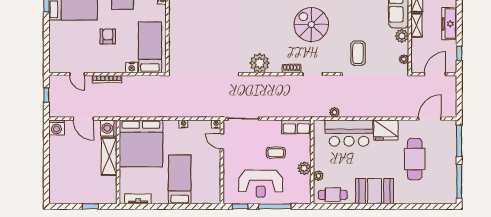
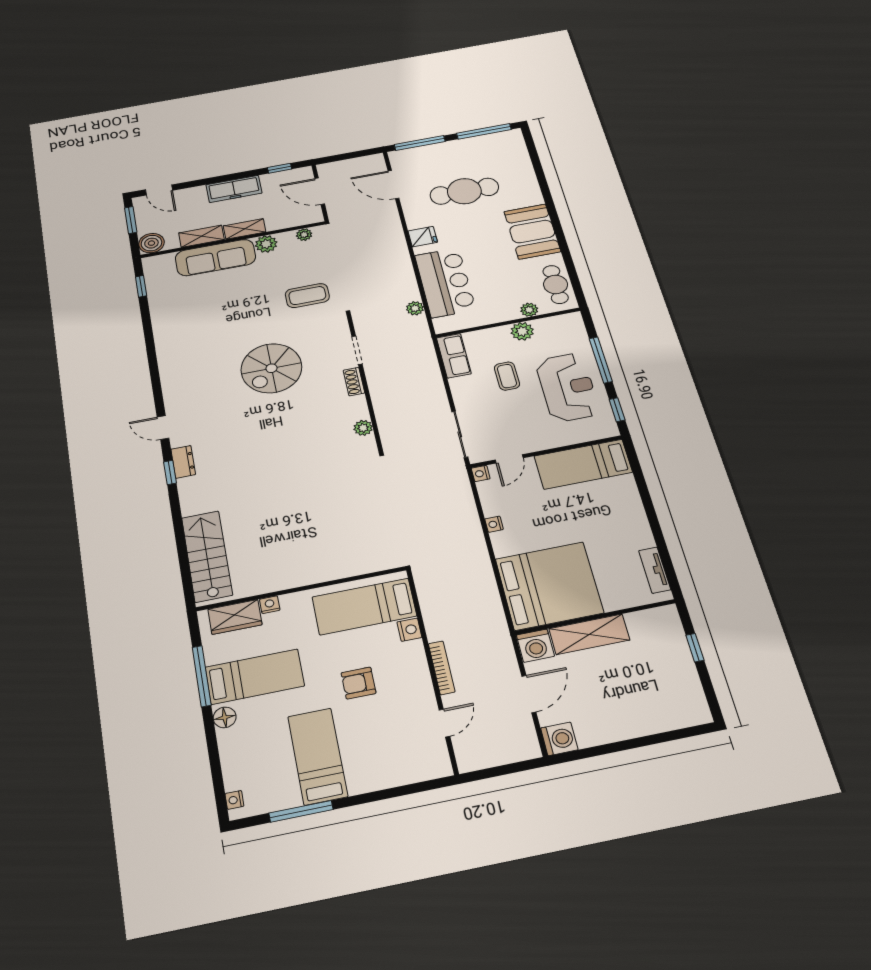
plant: (260, 63) -> (363, 428), width x0.53, depth x0.53
window: (46, 95) -> (500, 771), removed
fridge: (386, 130) -> (423, 237), width x0.53, depth x0.75
bed: (180, 179) -> (583, 464), moved

